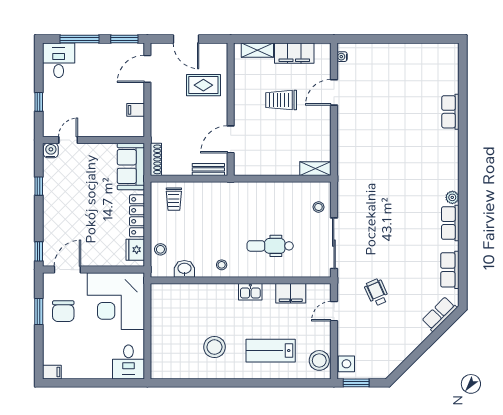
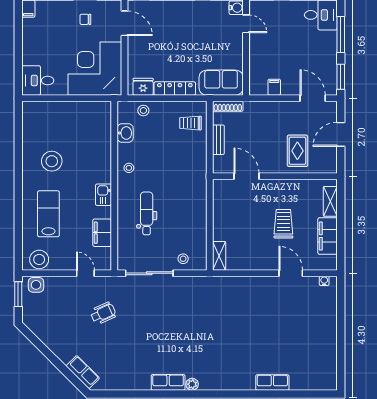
bench: (208, 169) -> (218, 140), moved
row of seats: (450, 270) -> (124, 382), removed
chair: (63, 311) -> (85, 19), width x0.54, depth x0.54

